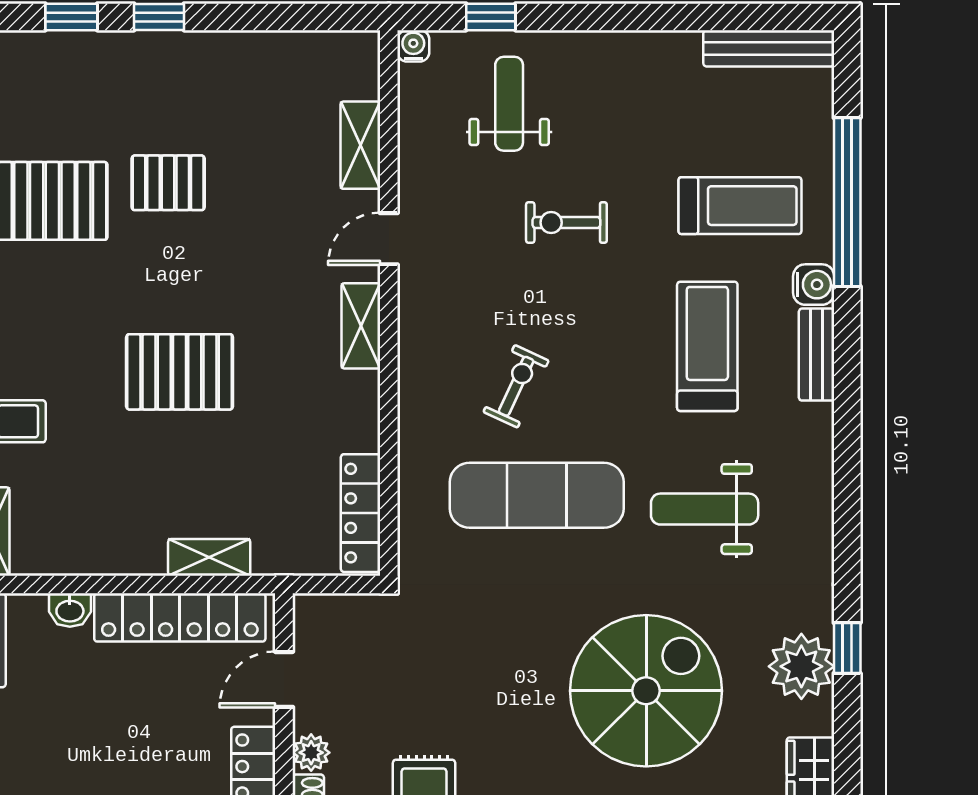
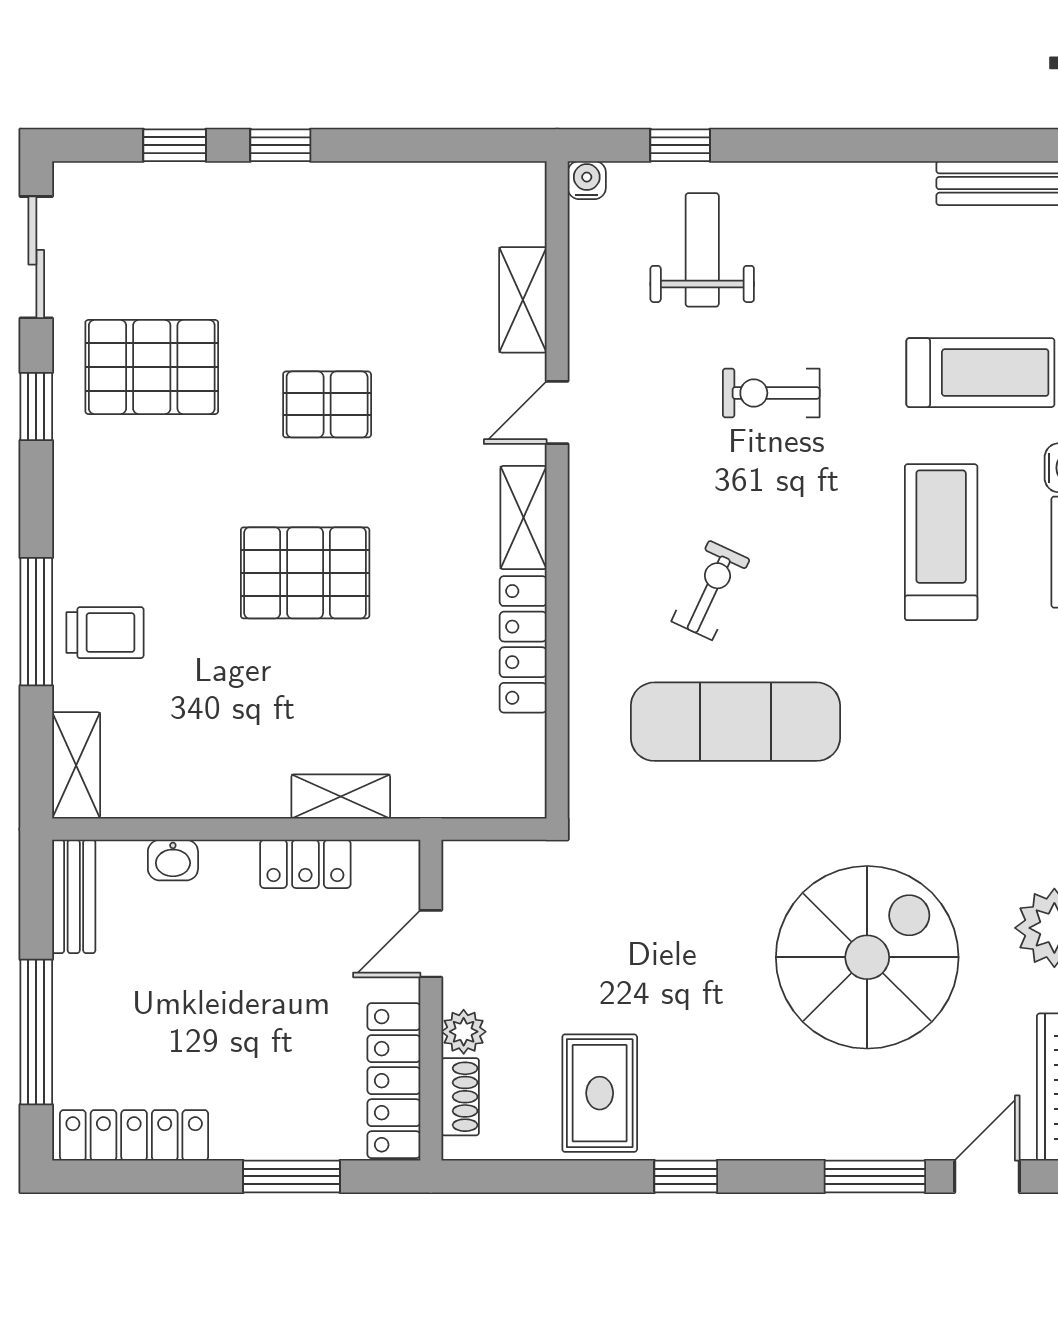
pallet: (168, 183) -> (327, 404), moved
weight bench: (705, 509) -> (938, 738), removed
locker: (360, 513) -> (523, 644), moved
locker: (180, 617) -> (305, 864), width x0.46, depth x0.83

